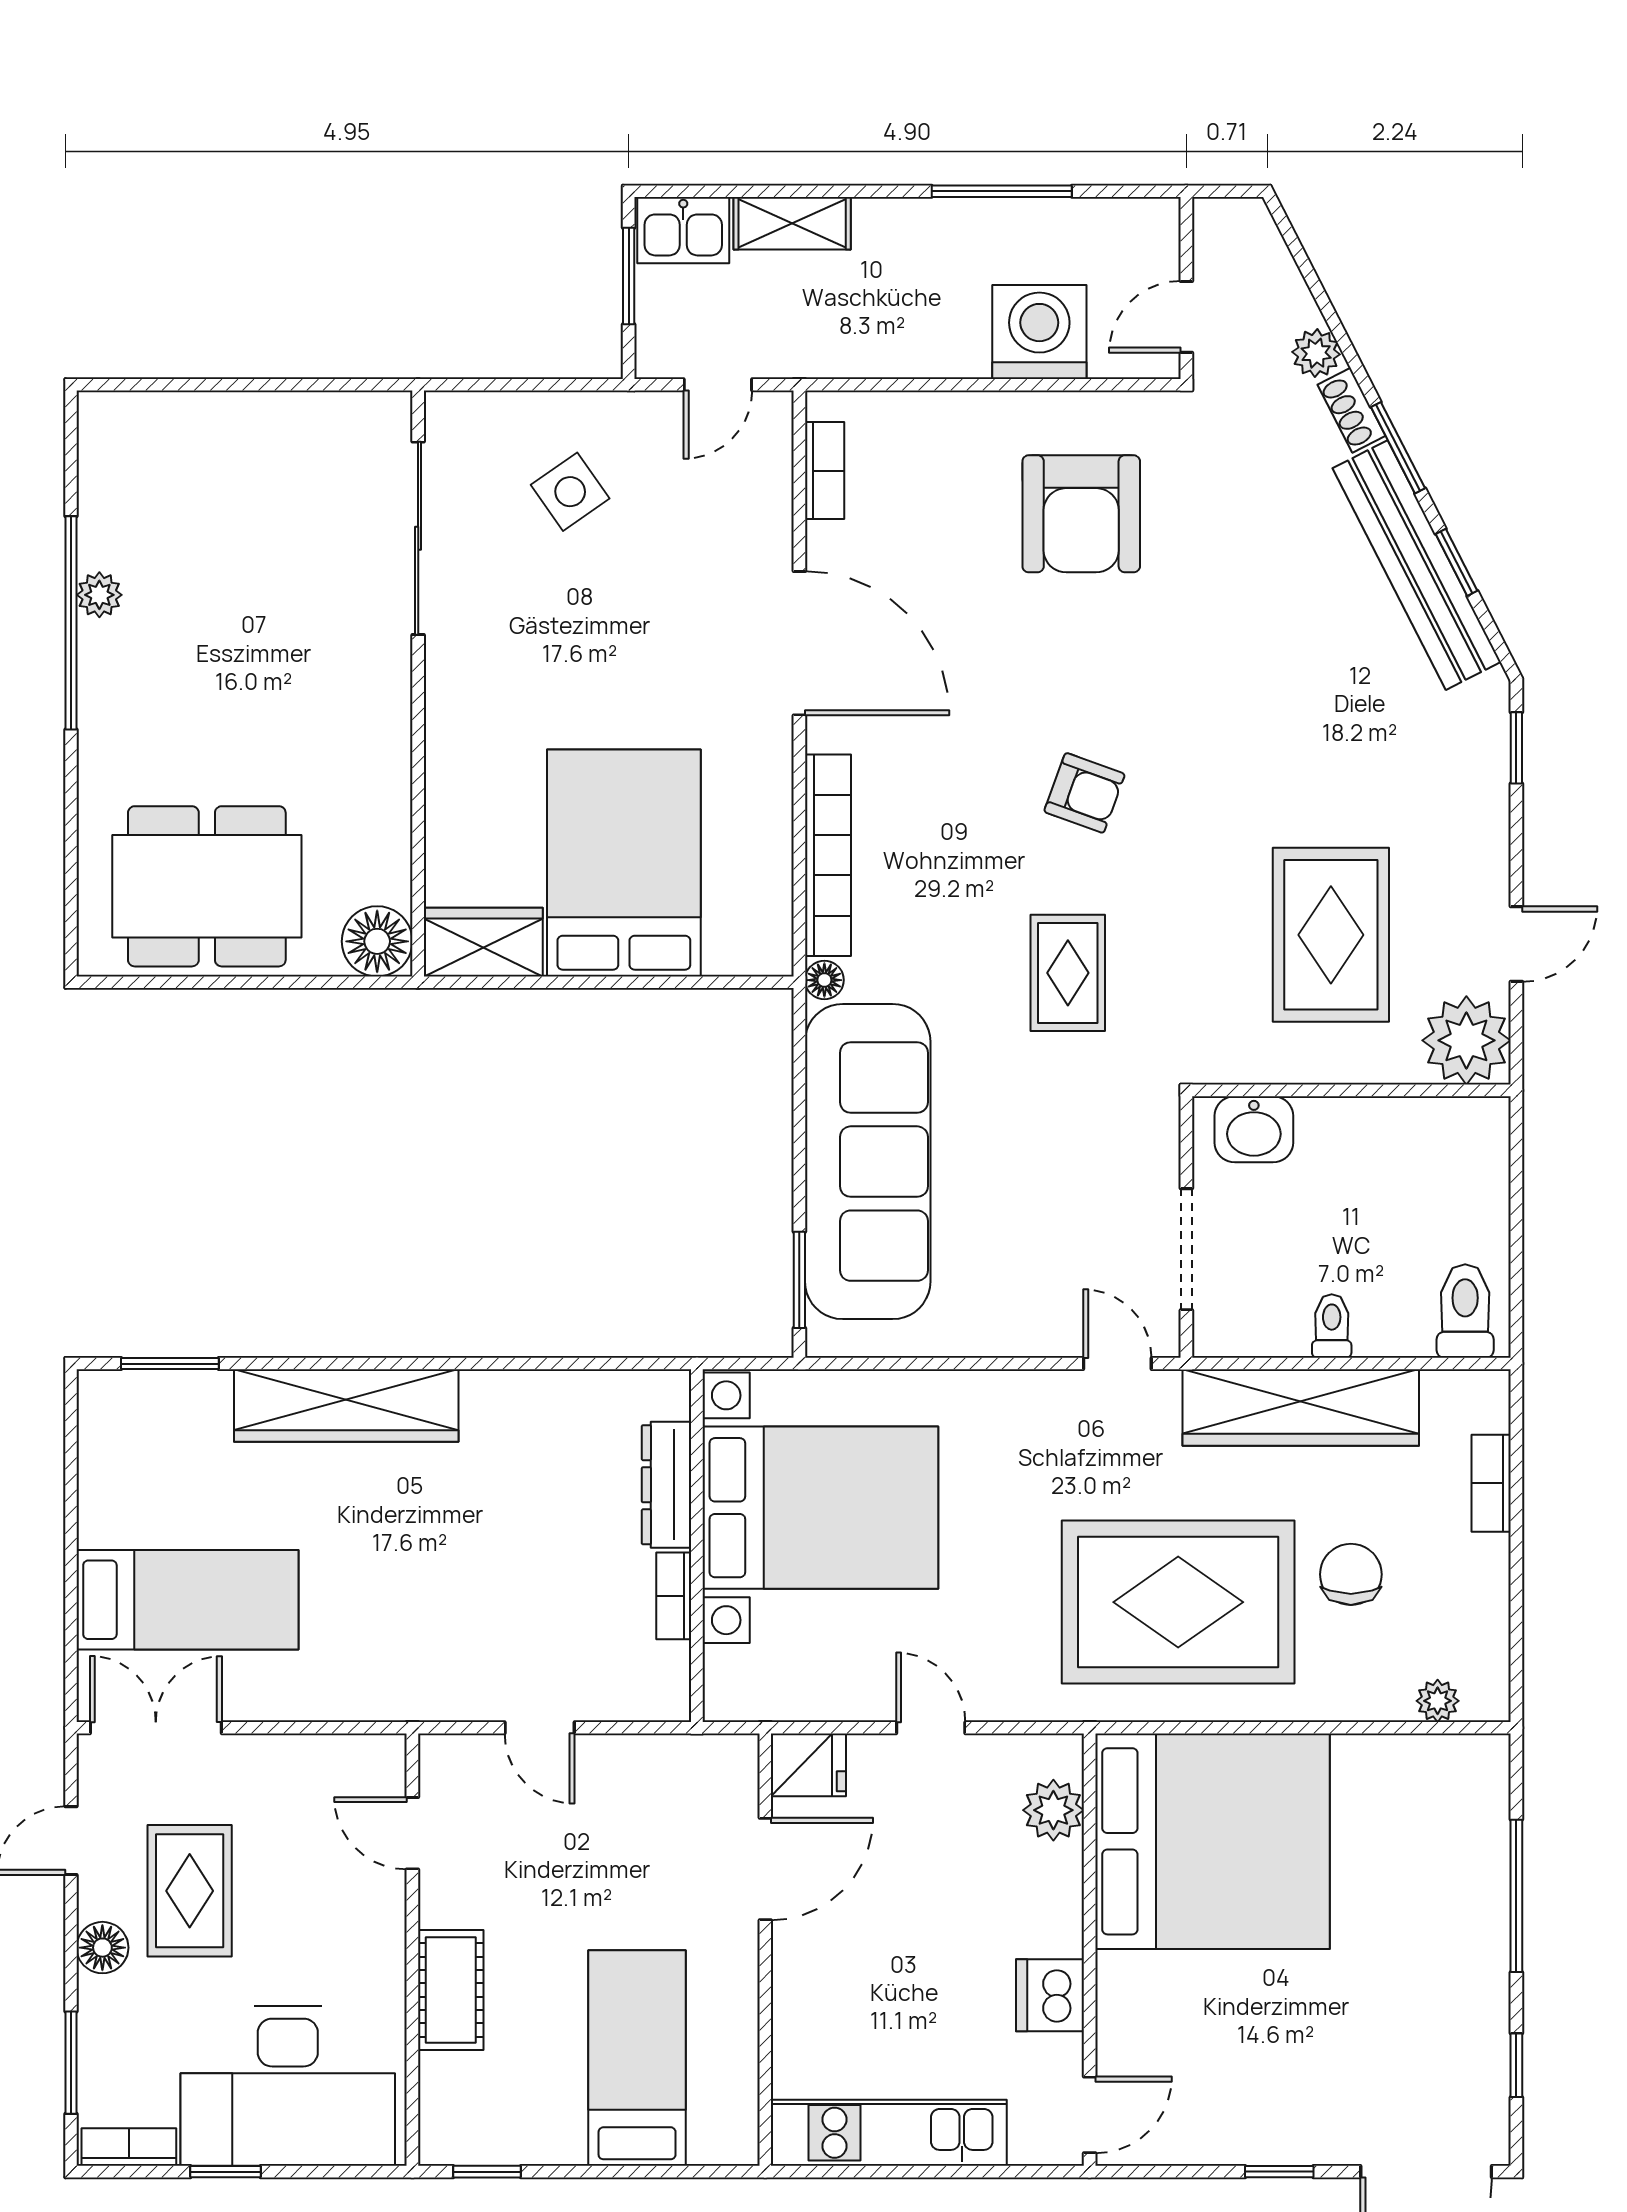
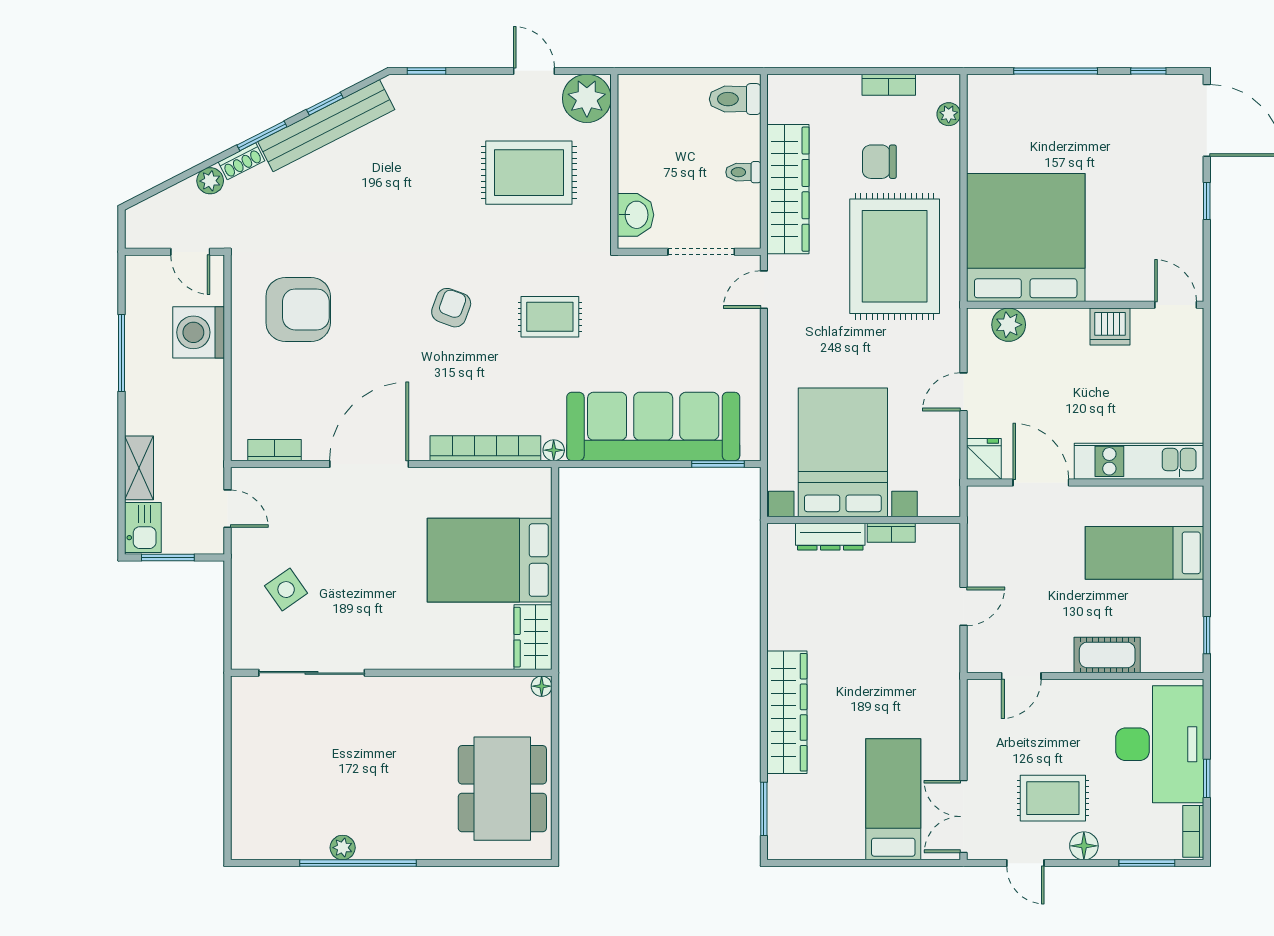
floor lamp: (377, 941) -> (542, 686), width x0.53, depth x0.53
bookcase: (1491, 1483) -> (889, 85), moved
kitchen unit: (889, 2133) -> (1139, 461), moved, turned 90

